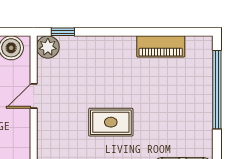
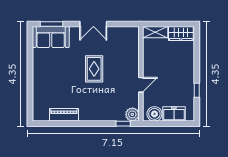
window: (217, 90) -> (30, 89), removed
rug: (111, 122) -> (94, 69), turned 90

